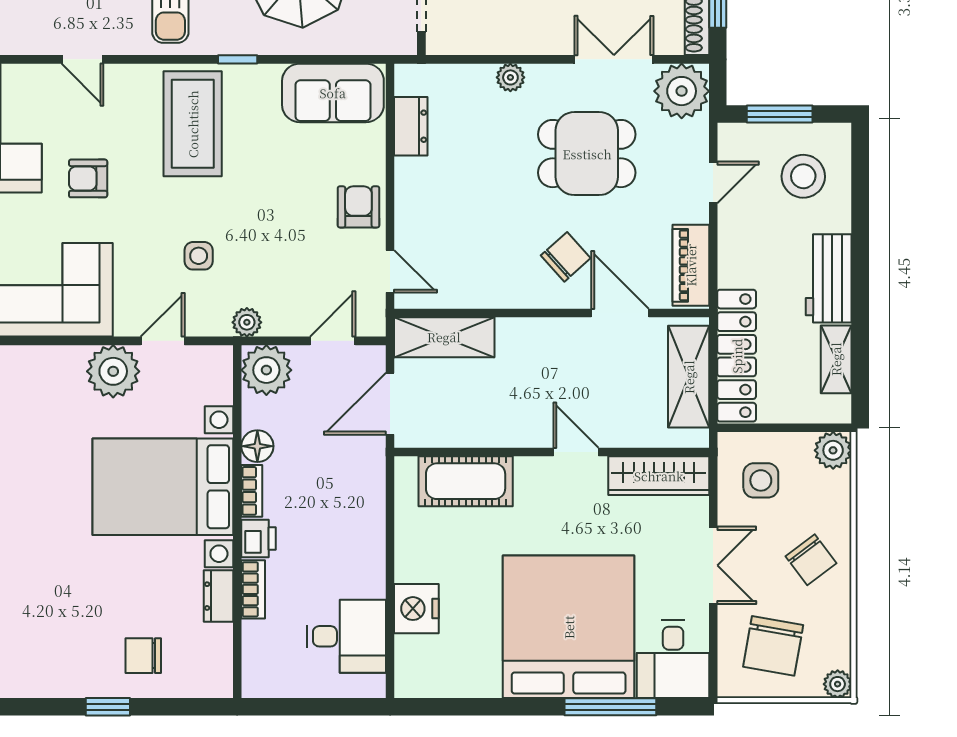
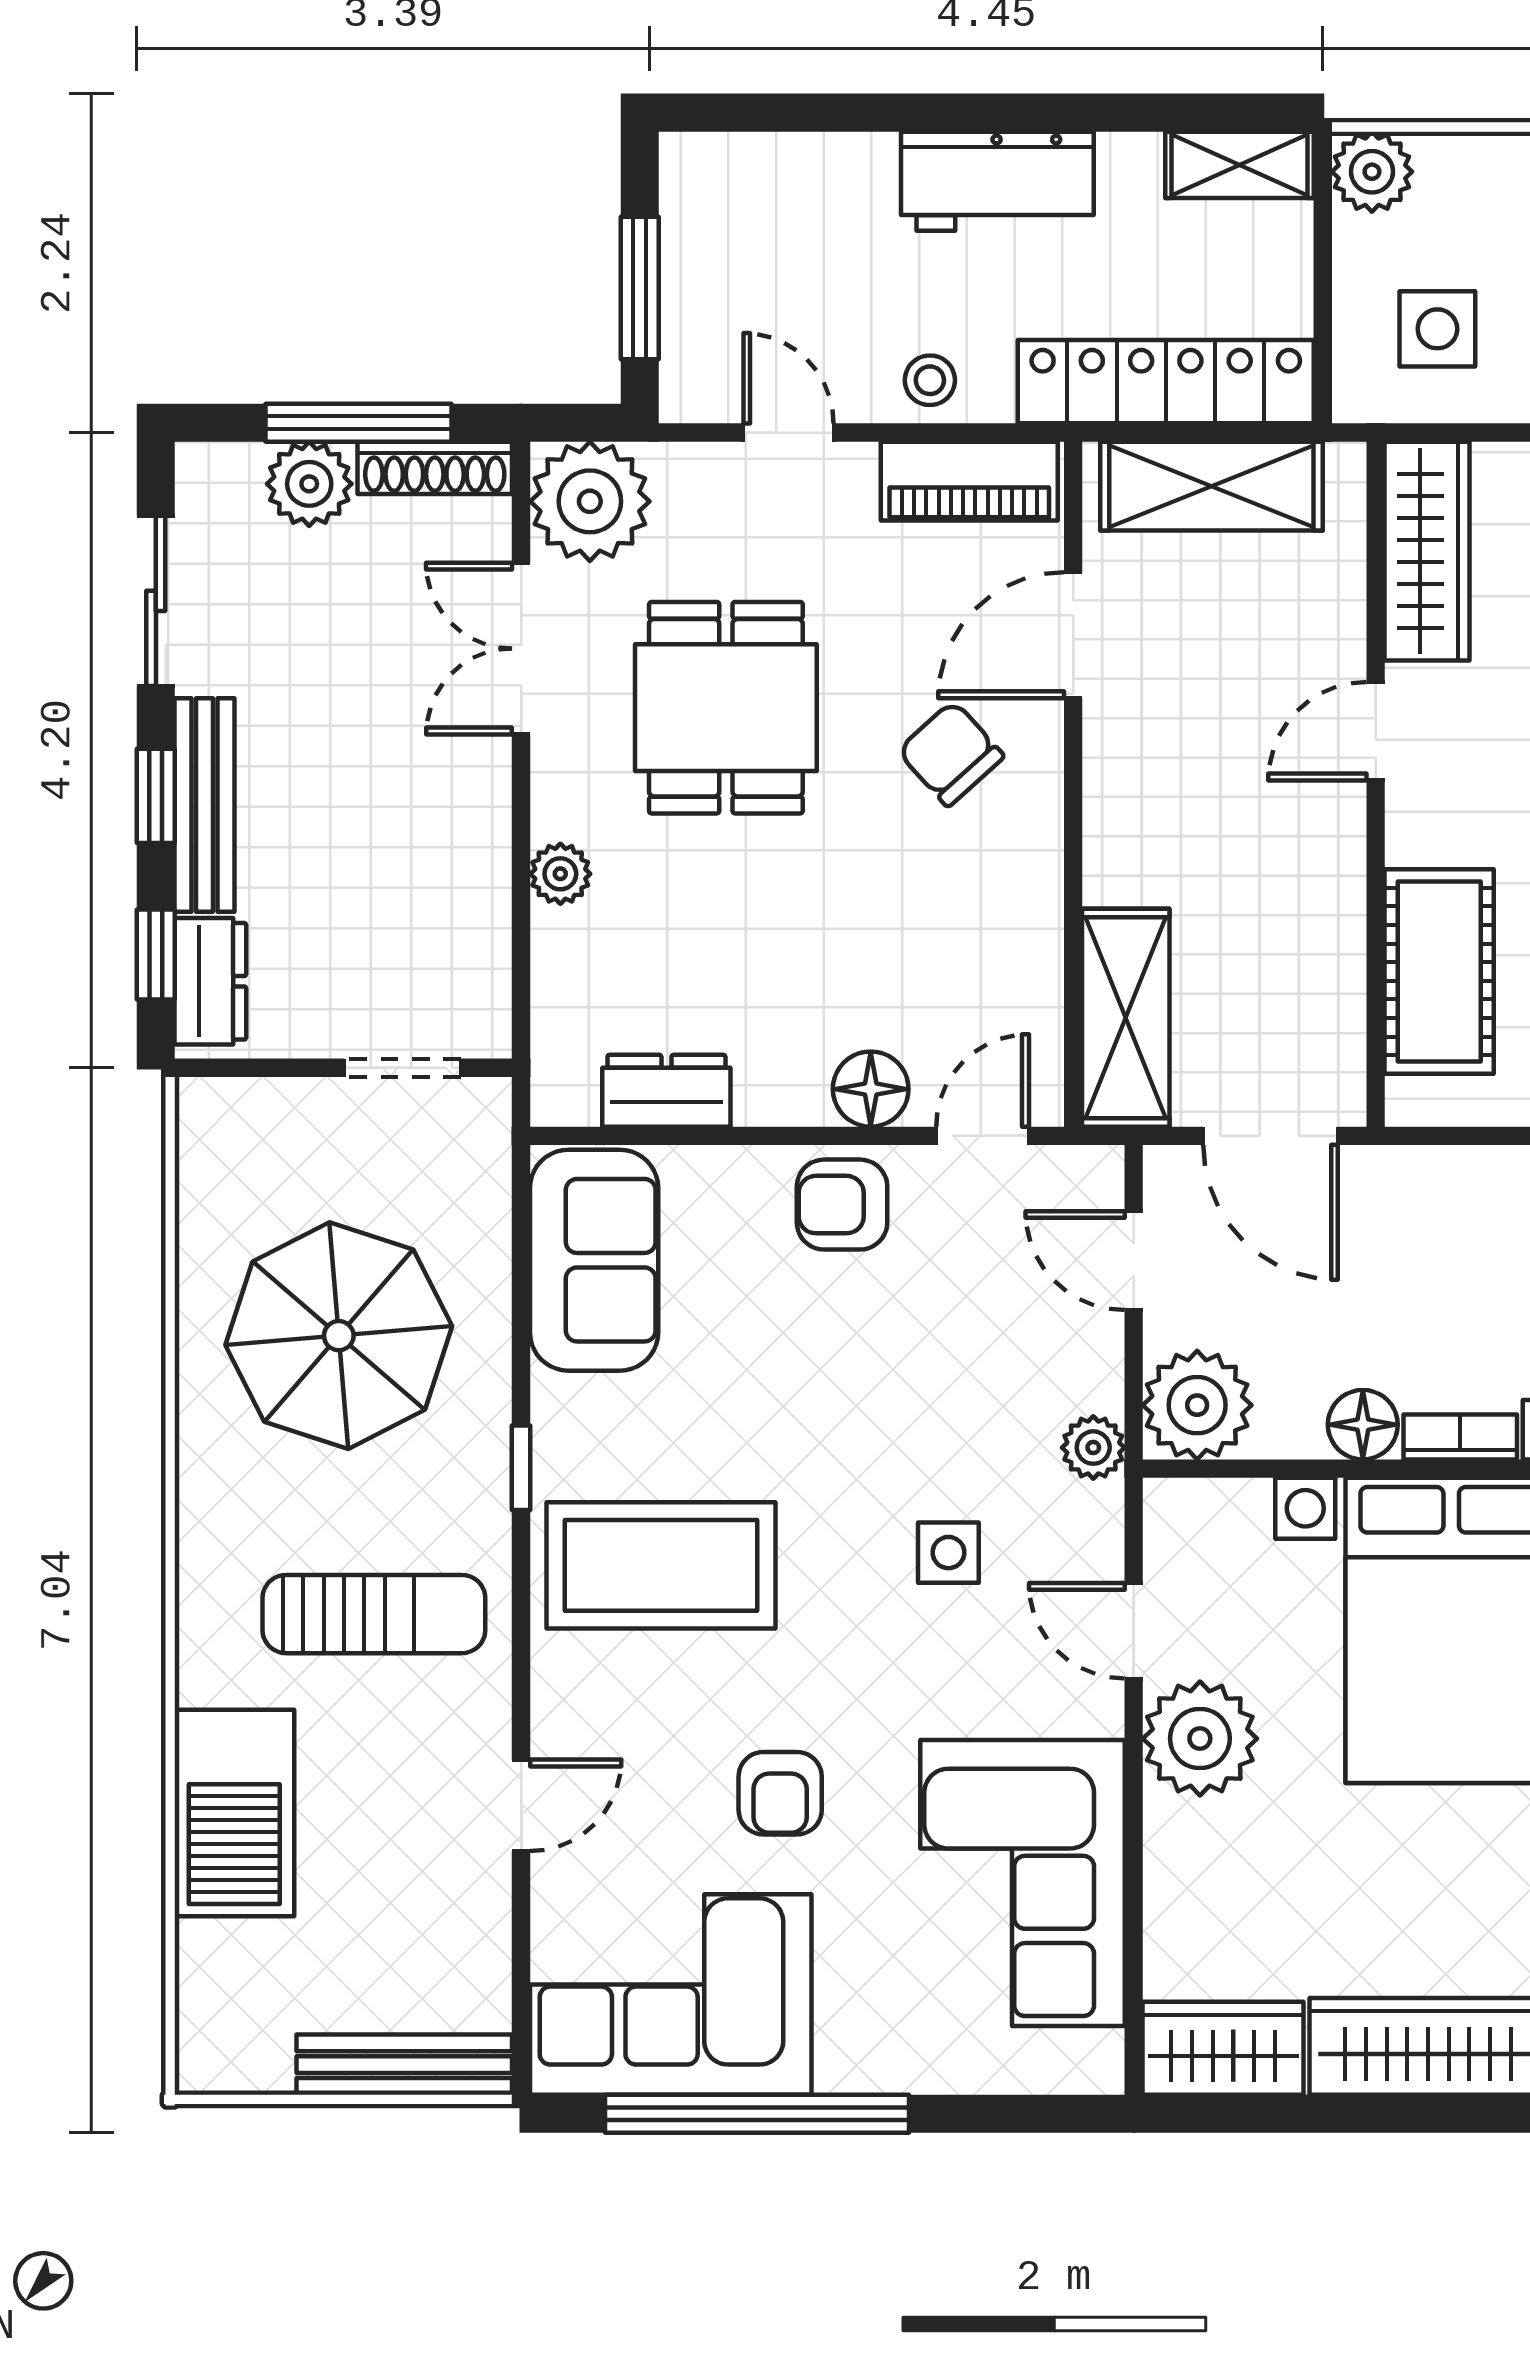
stool: (803, 176) -> (930, 380), moved, width x0.53, depth x0.53
floor lamp: (412, 220) -> (871, 1089), added
shelving: (836, 359) -> (1240, 165), moved

